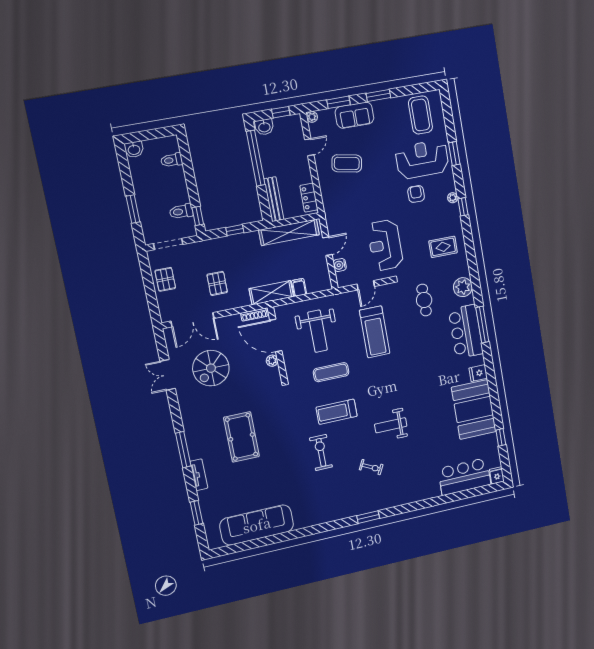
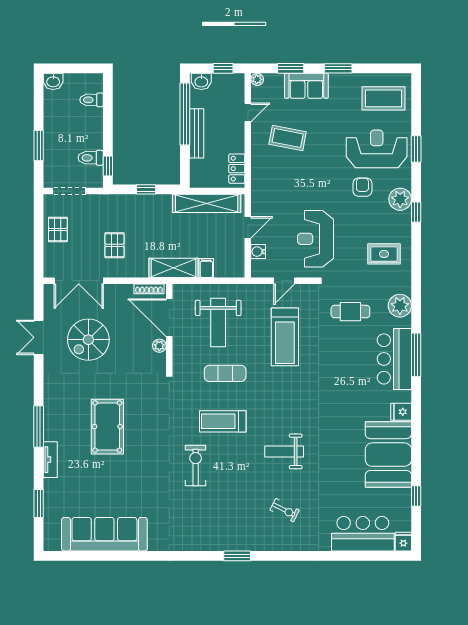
coffee table: (420, 115) -> (383, 98), turned 90
plant: (453, 198) -> (400, 199), width x1.87, depth x1.87
bench: (274, 199) -> (197, 133), moved
cafe table: (424, 300) -> (350, 312), turned 90
exercise bike: (371, 467) -> (285, 510), moved

